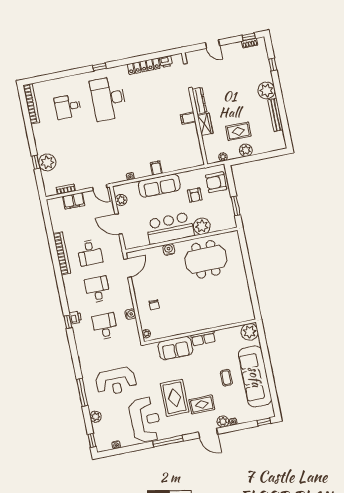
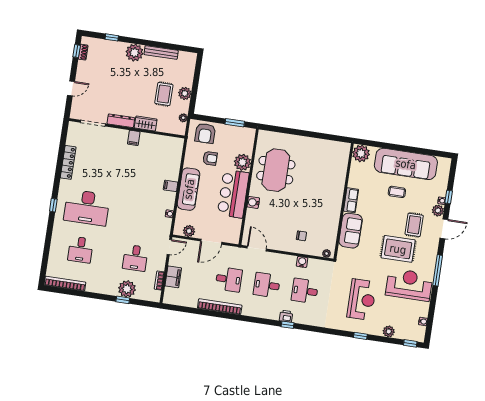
printer: (166, 62) -> (71, 139), removed
desk: (78, 160) -> (135, 258), added
window: (82, 392) -> (360, 336), width x0.46
window: (264, 422) -> (449, 197), moved

